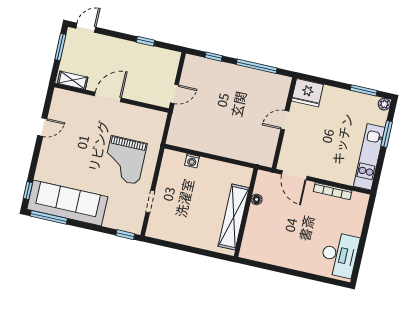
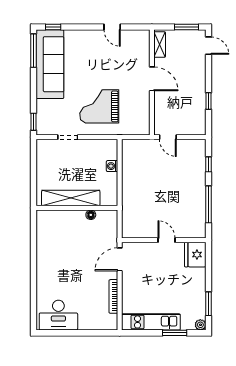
floor lamp: (257, 199) -> (91, 215), moved
wall: (246, 213) -> (77, 208), moved
shelving: (234, 217) -> (71, 198), moved

